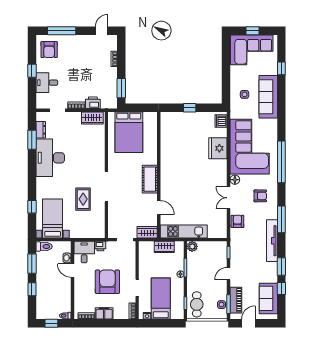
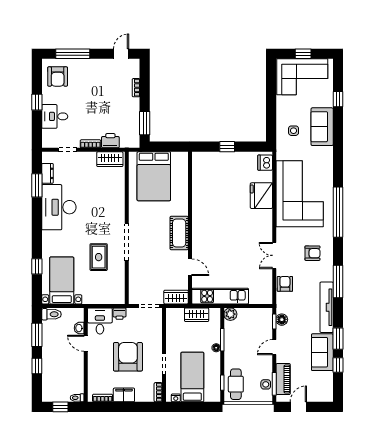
sofa: (268, 97) -> (322, 127), width x0.73
floor lamp: (235, 180) -> (282, 320), moved
sofa: (268, 298) -> (322, 352), moved

